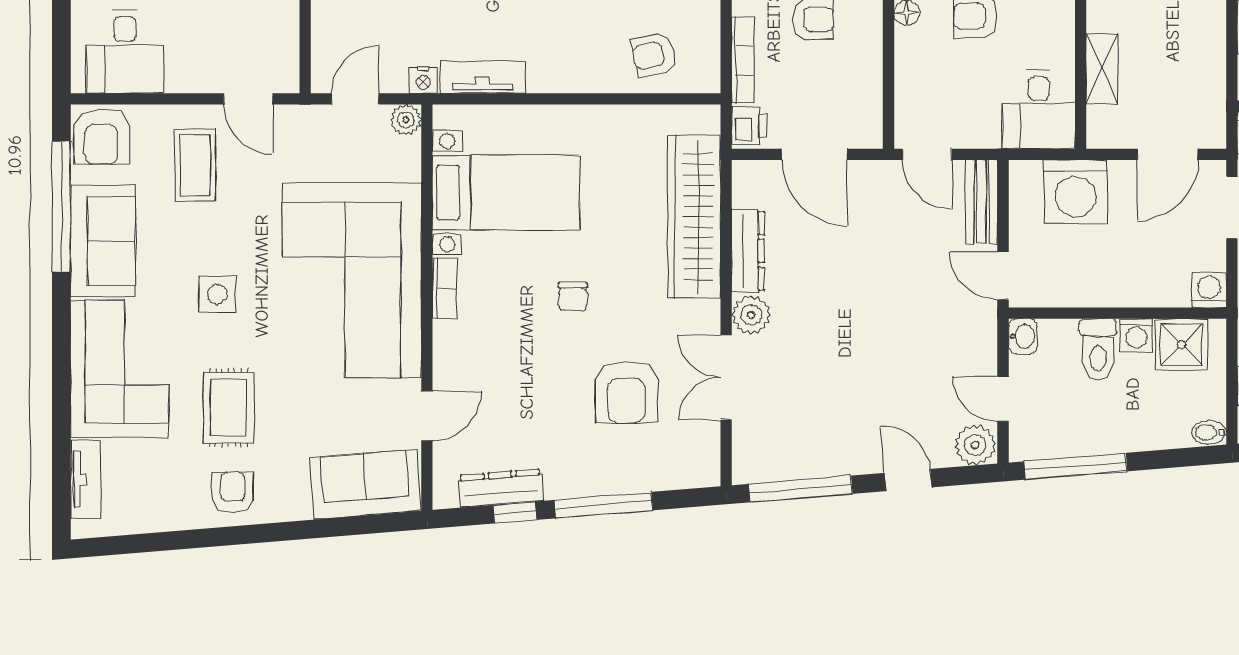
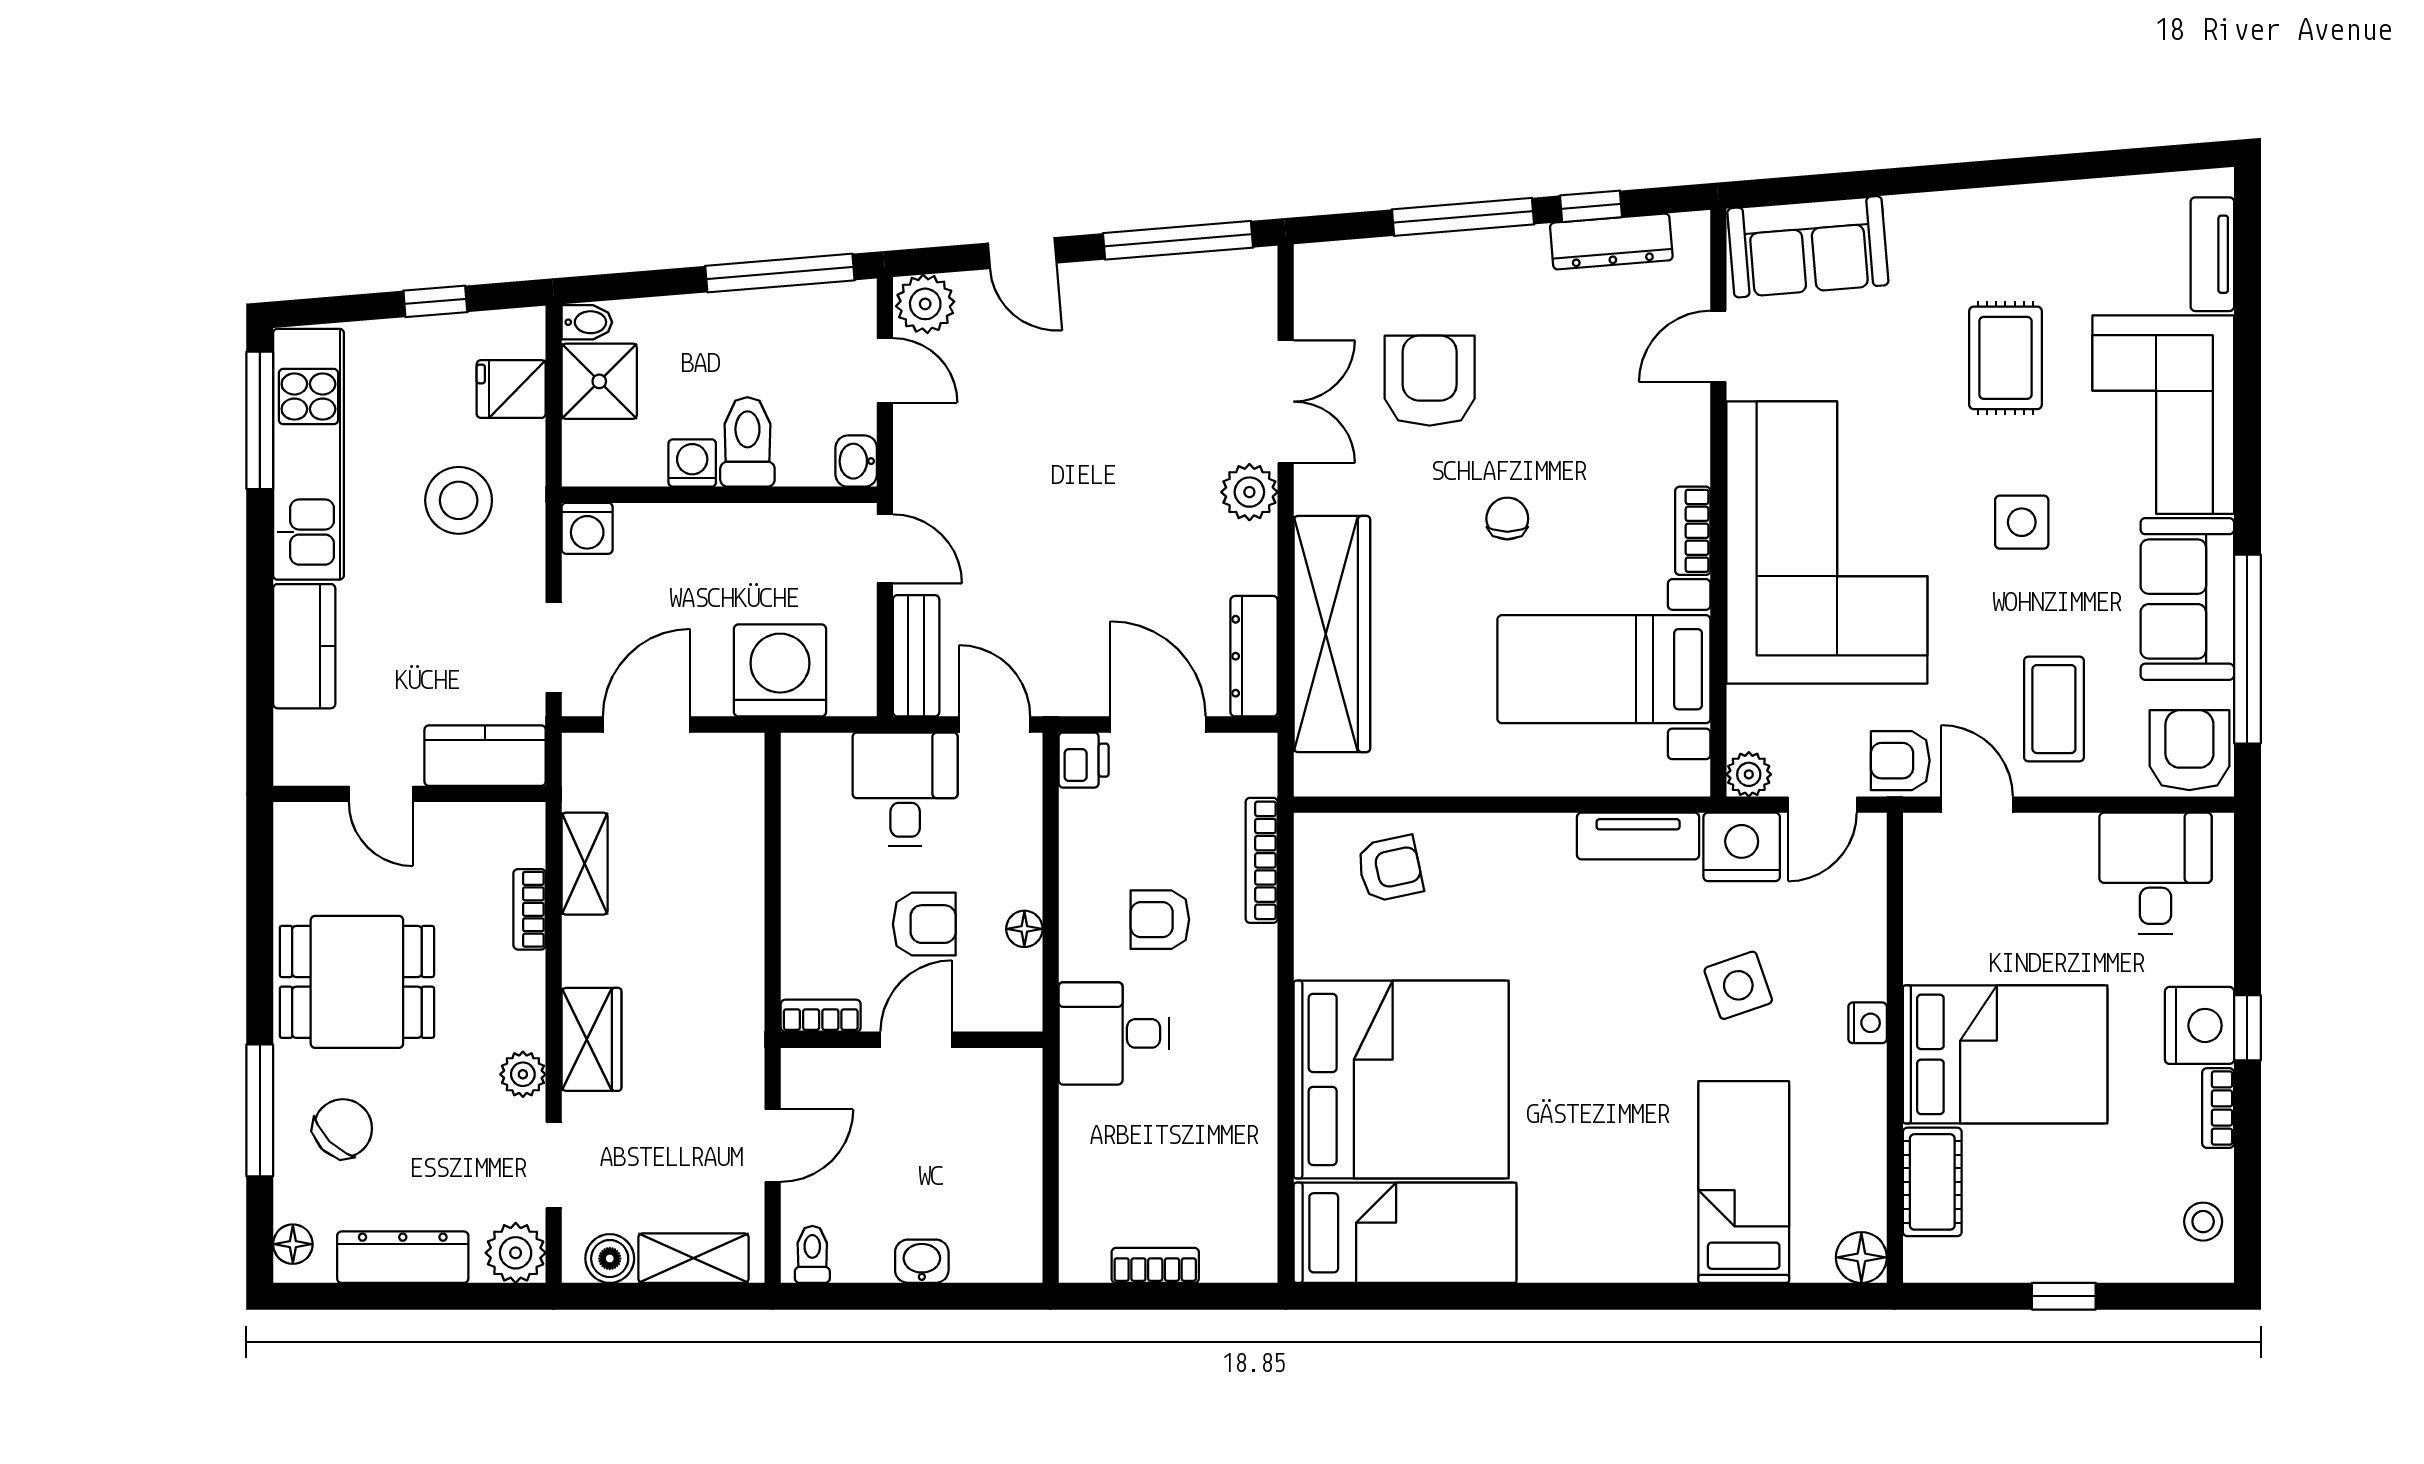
shelving: (1102, 69) -> (585, 864), moved
nightstand: (423, 80) -> (1742, 847), width x1.89, depth x1.79
desk: (1039, 110) -> (905, 789), moved
printer: (749, 126) -> (1084, 760), moved, turned 180
dresser: (748, 251) -> (1254, 656), moved
shower: (1182, 345) -> (599, 381), moved
armchair: (233, 492) -> (1900, 761), moved, turned 90

